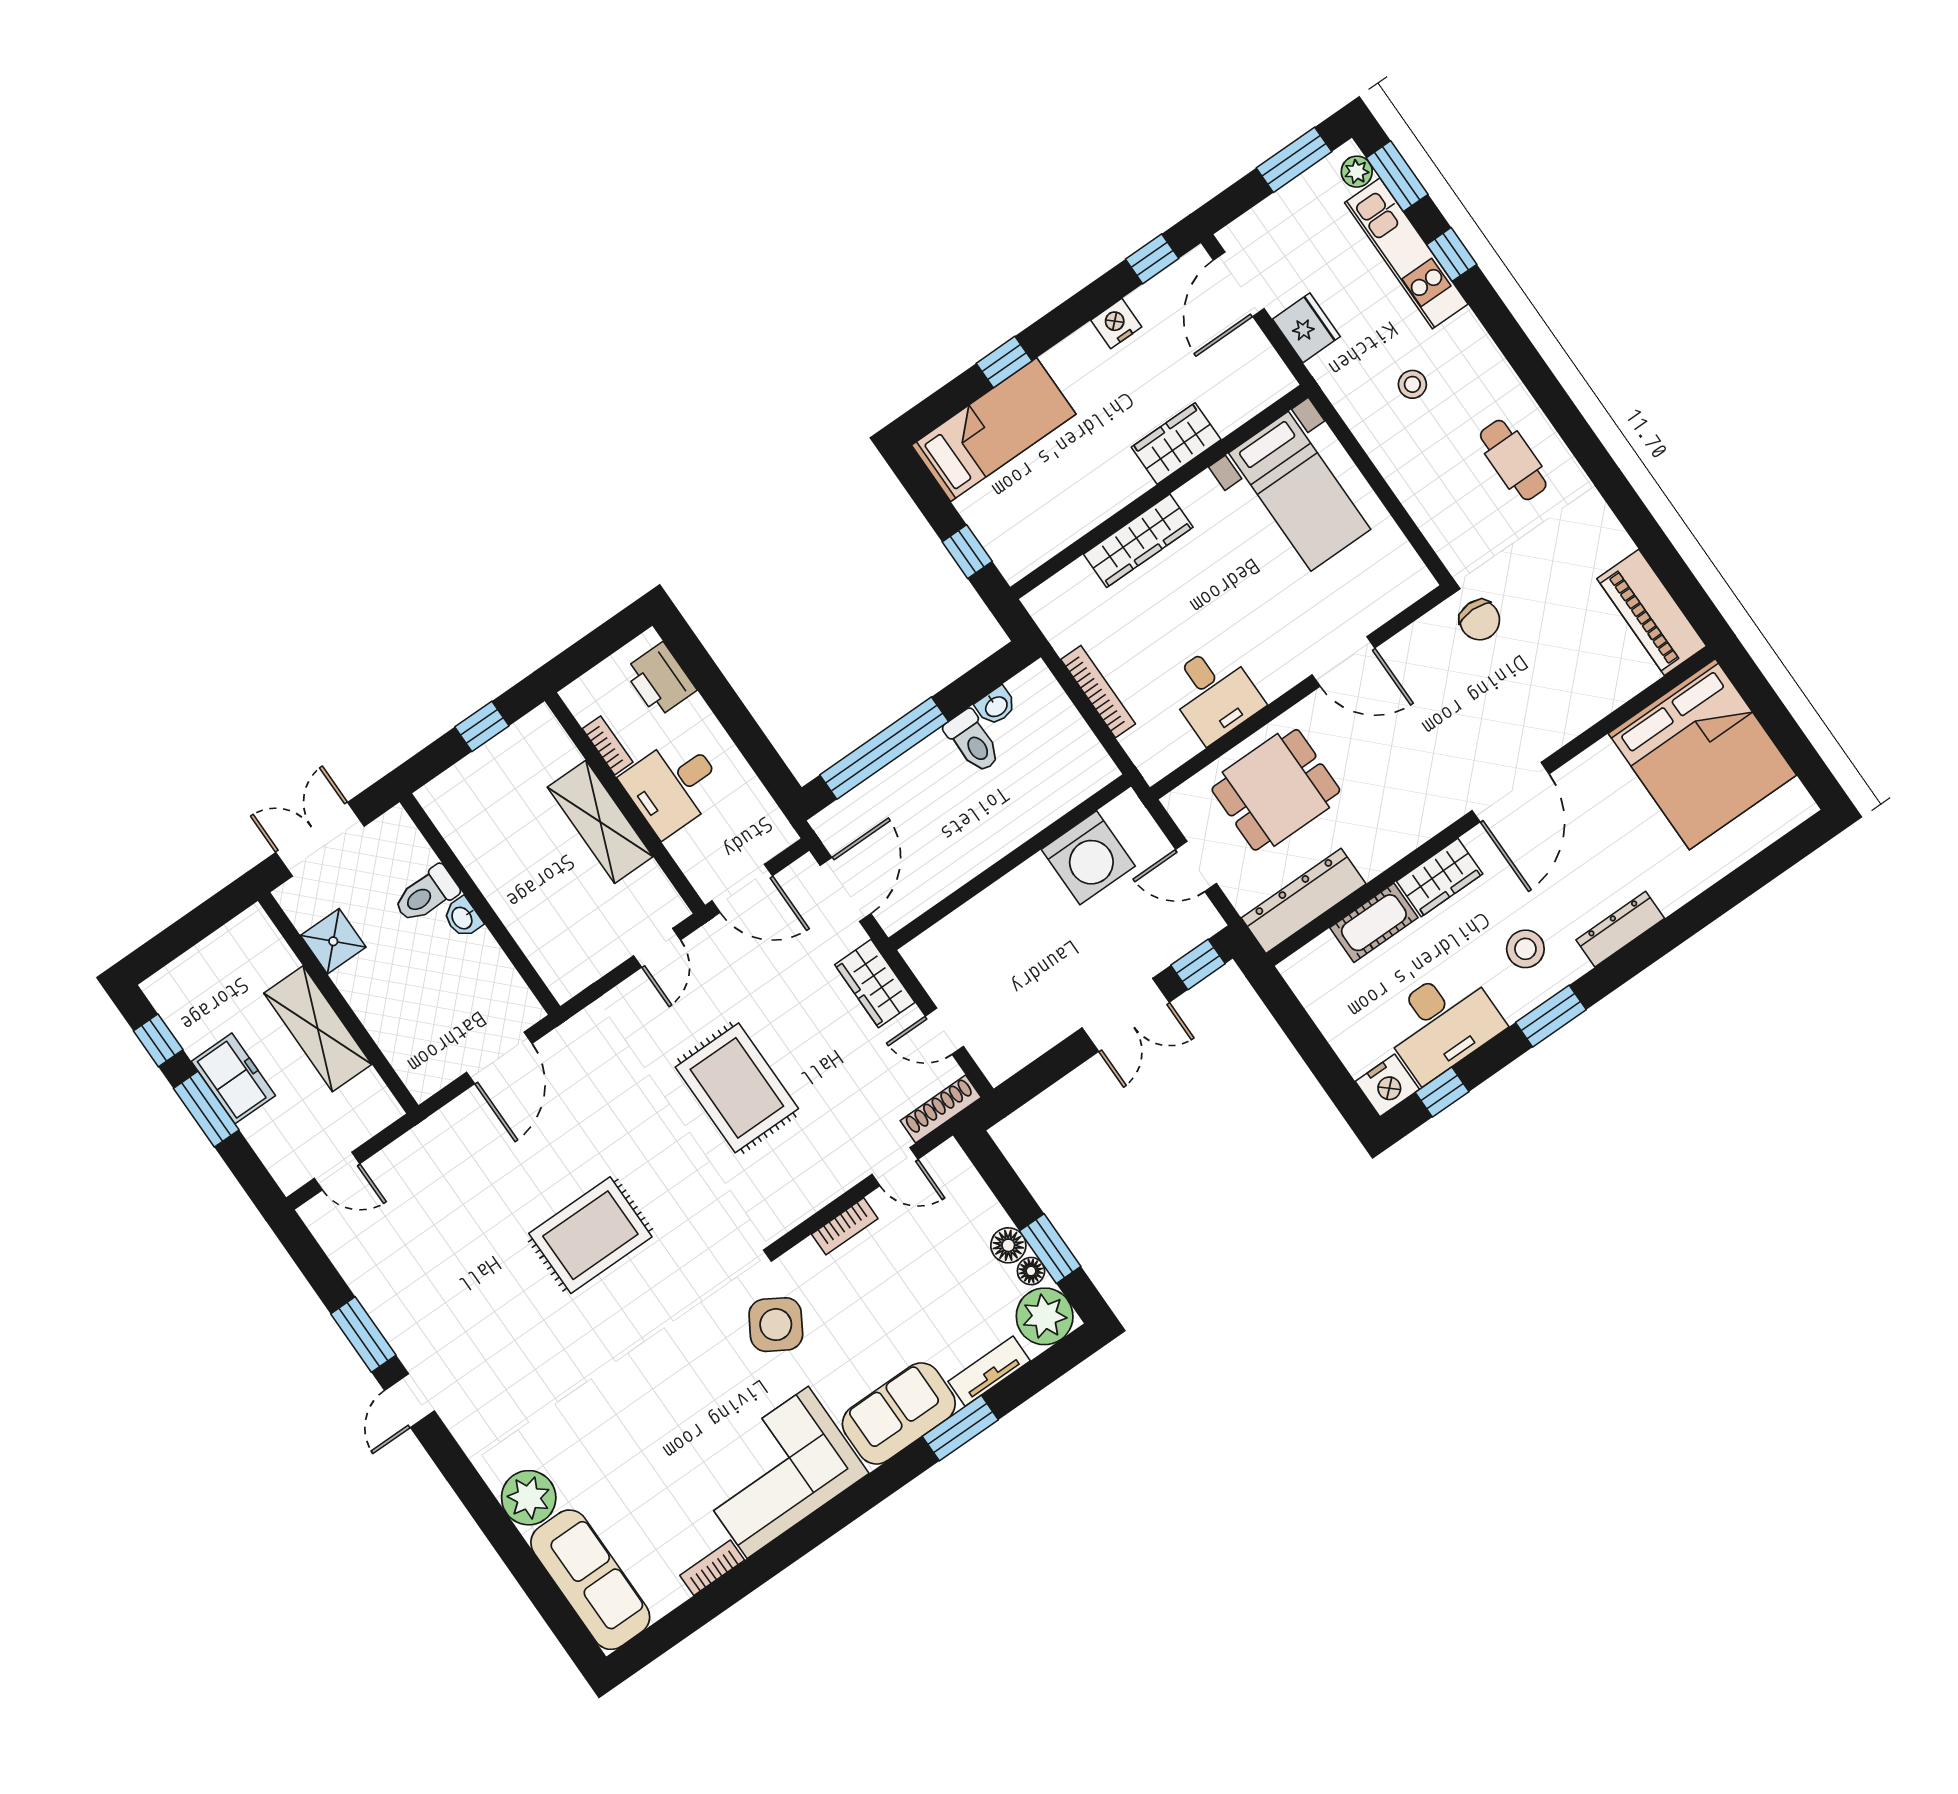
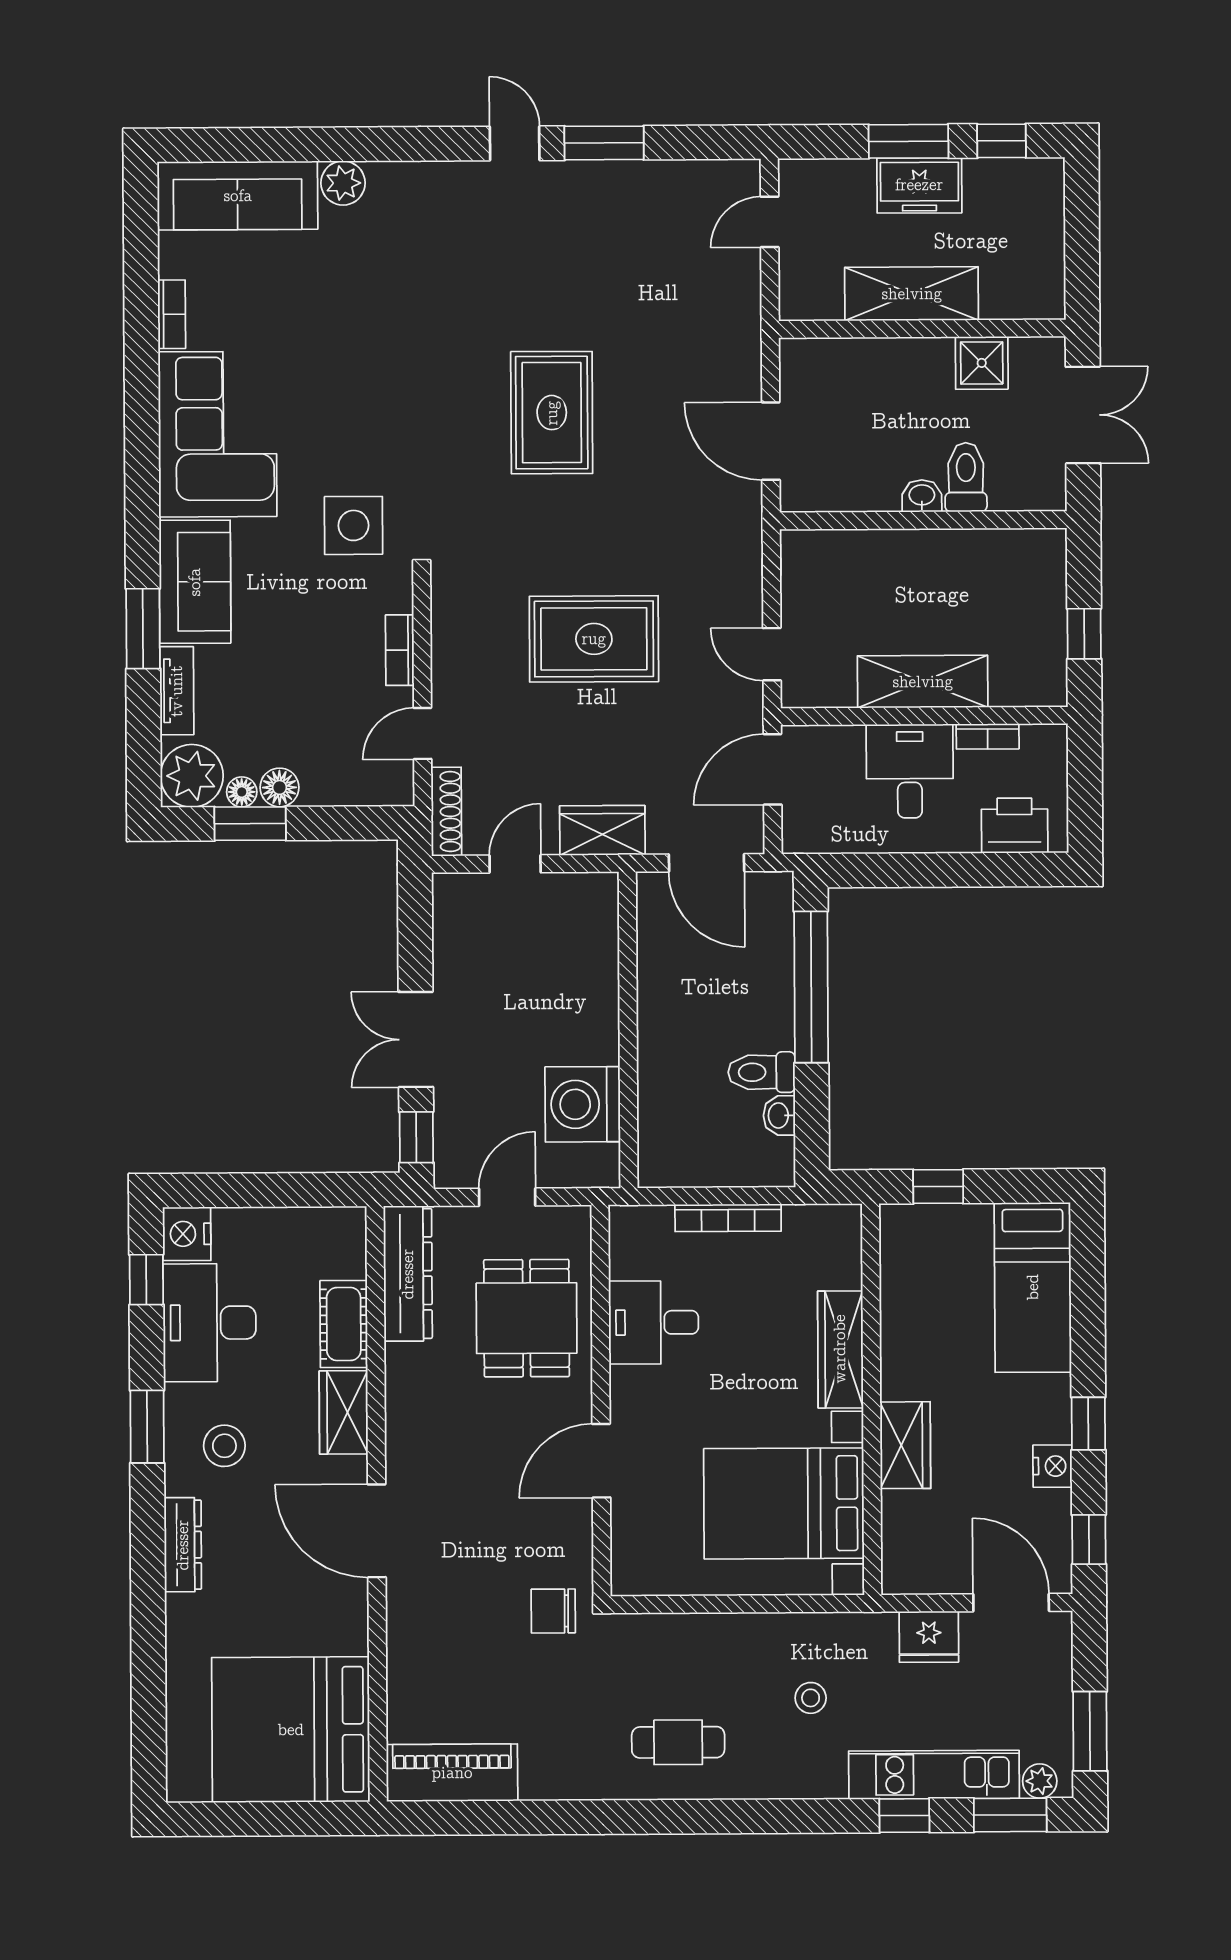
window: (1004, 362) -> (1088, 1424), moved
bed with nightstands: (1300, 491) -> (784, 1503), width x1.36
side table: (776, 1325) -> (354, 525), turned -31
plant: (529, 1498) -> (343, 183), width x0.73, depth x0.73

